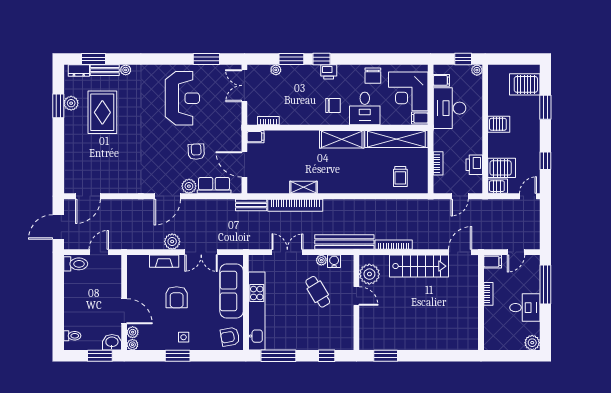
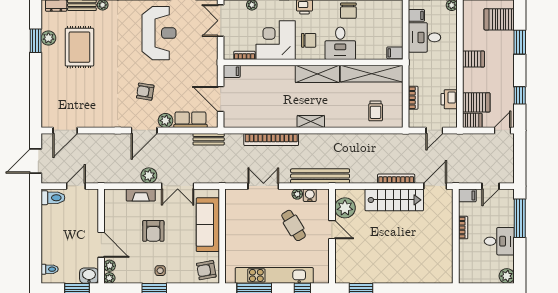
corner desk: (408, 91) -> (276, 40), moved, turned 90
desk: (450, 108) -> (425, 37), width x0.73
armchair: (196, 152) -> (145, 92), moved, turned -78
shelving: (303, 187) -> (311, 122), moved
bench: (251, 205) -> (209, 139), moved
bookcase: (394, 245) -> (396, 179), moved
kitchen unit: (257, 311) -> (274, 275), moved, turned -90

